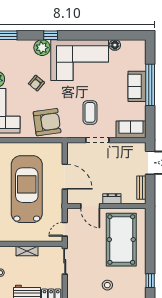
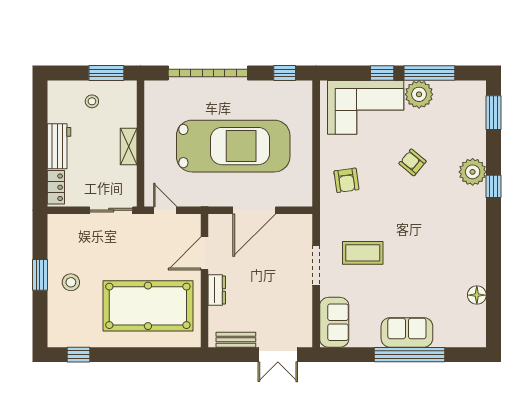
corner sofa: (80, 60) -> (452, 236), removed
armchair: (47, 122) -> (346, 180), width x0.53, depth x0.53

